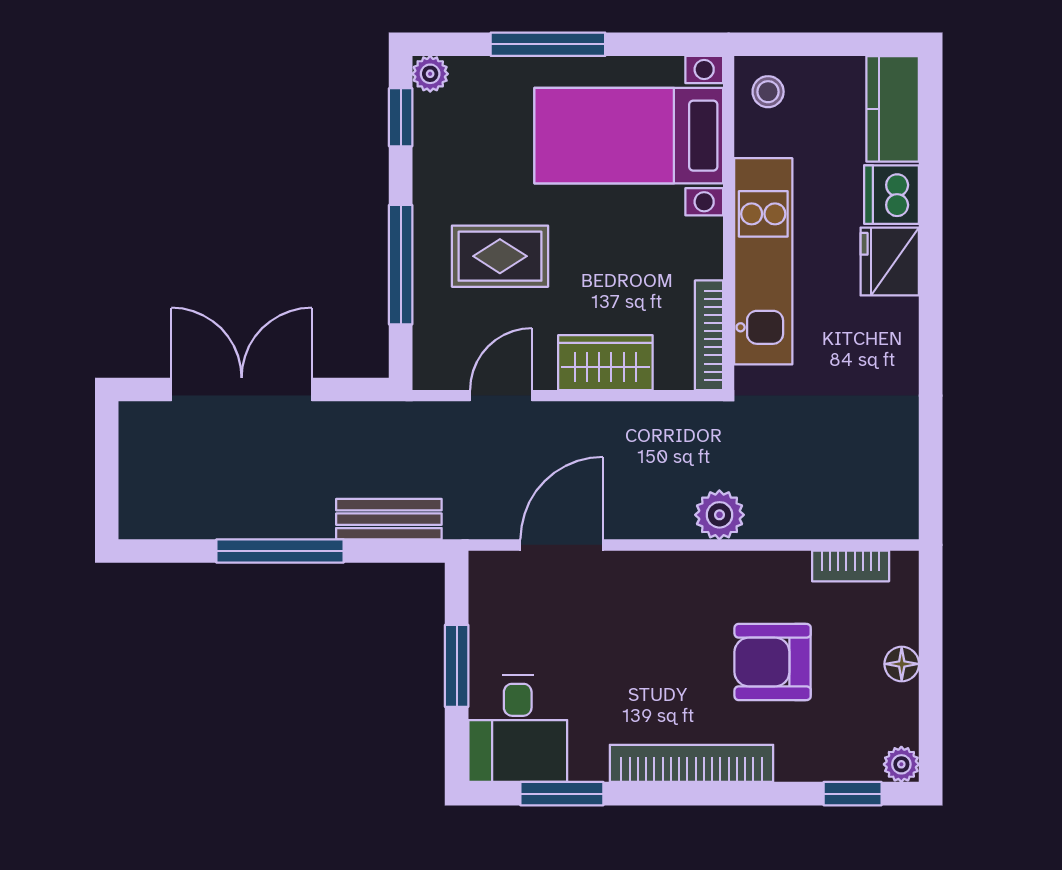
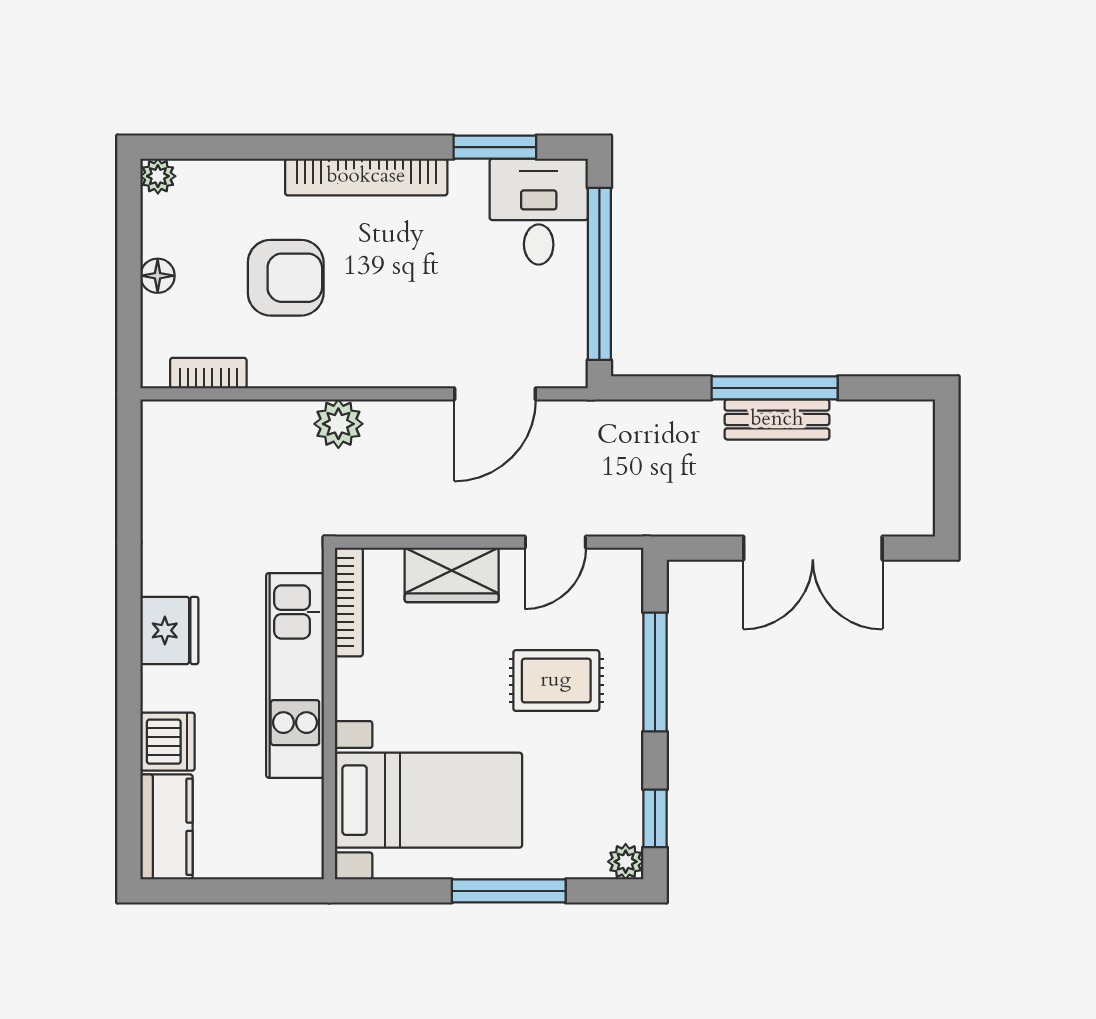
stool: (768, 92) -> (290, 844), removed
fridge: (890, 262) -> (169, 630), moved
bench: (389, 519) -> (777, 420), moved
window: (457, 666) -> (599, 274), width x2.11
window: (853, 794) -> (206, 147), removed

